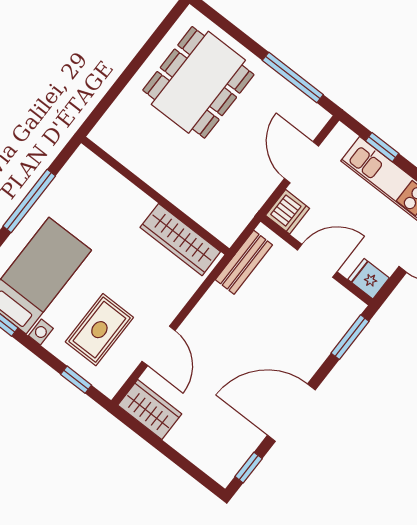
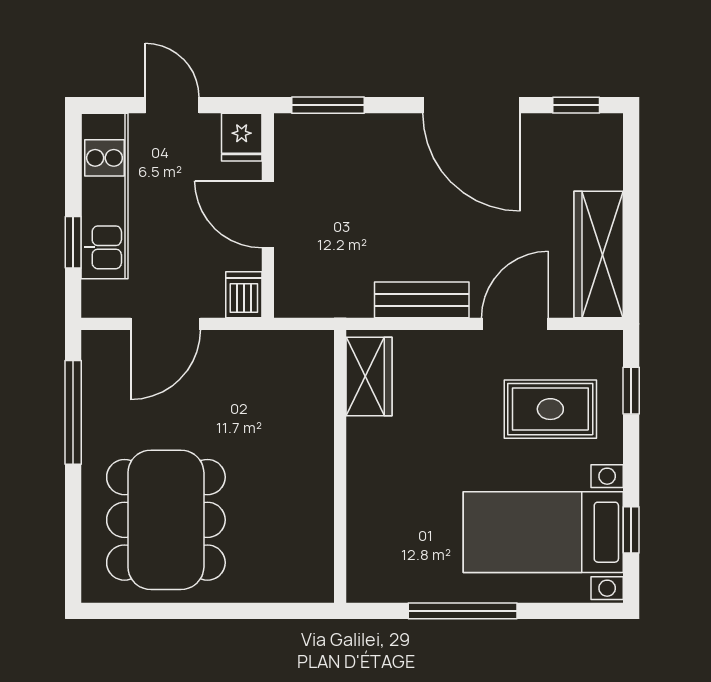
dining table: (198, 82) -> (166, 520), turned 90
dishwasher: (288, 212) -> (244, 295), width x0.73
wardrobe: (180, 240) -> (369, 376), width x0.67
bench: (244, 262) -> (422, 300), moved
wardrobe: (150, 410) -> (599, 255), width x1.50

